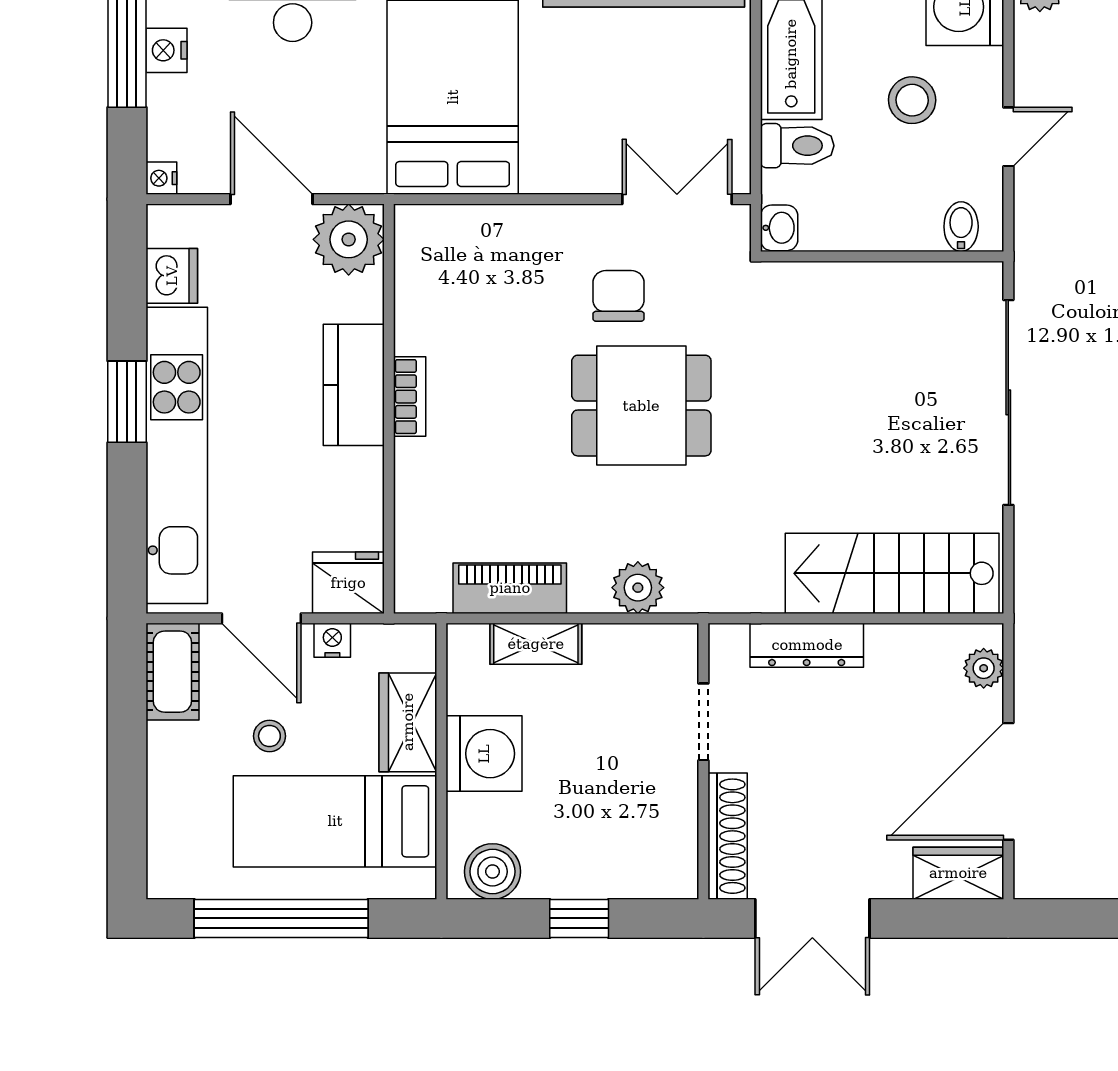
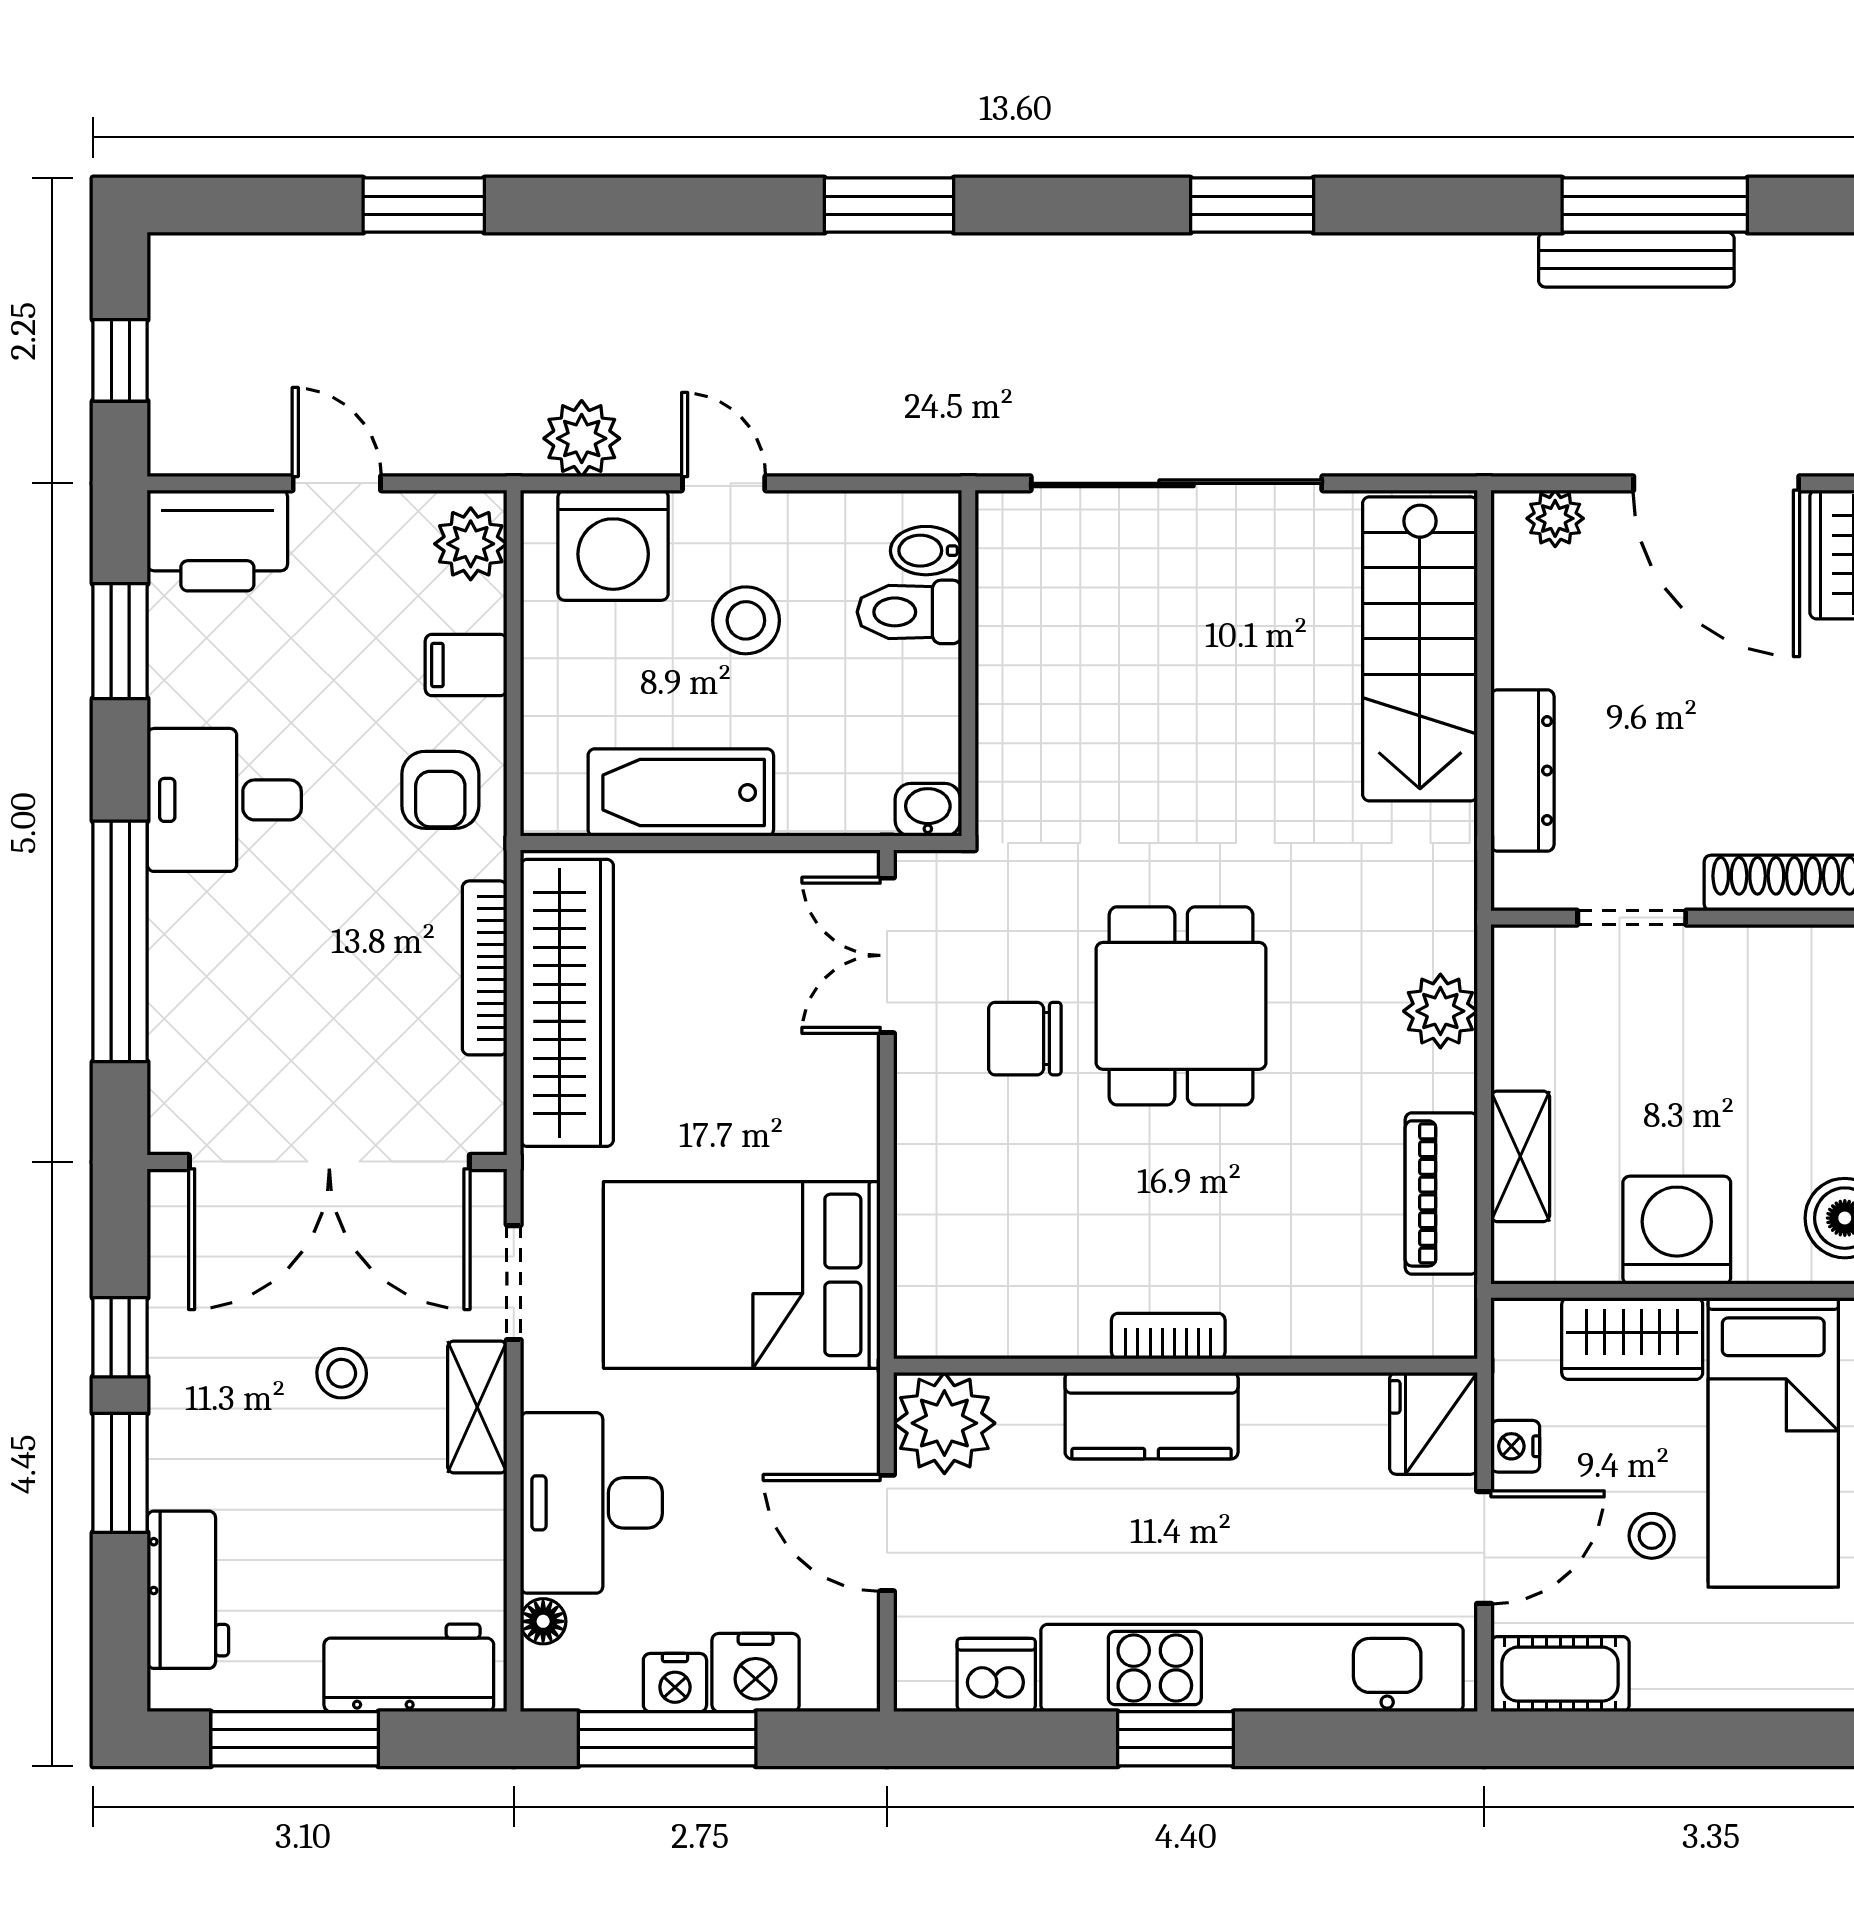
door: (1008, 137) -> (724, 483), moved
toilet: (797, 146) -> (909, 612), moved, turned -90
nightstand: (161, 178) -> (756, 1673), moved, width x1.89, depth x1.79
door: (271, 199) -> (887, 1533), hinge flipped

